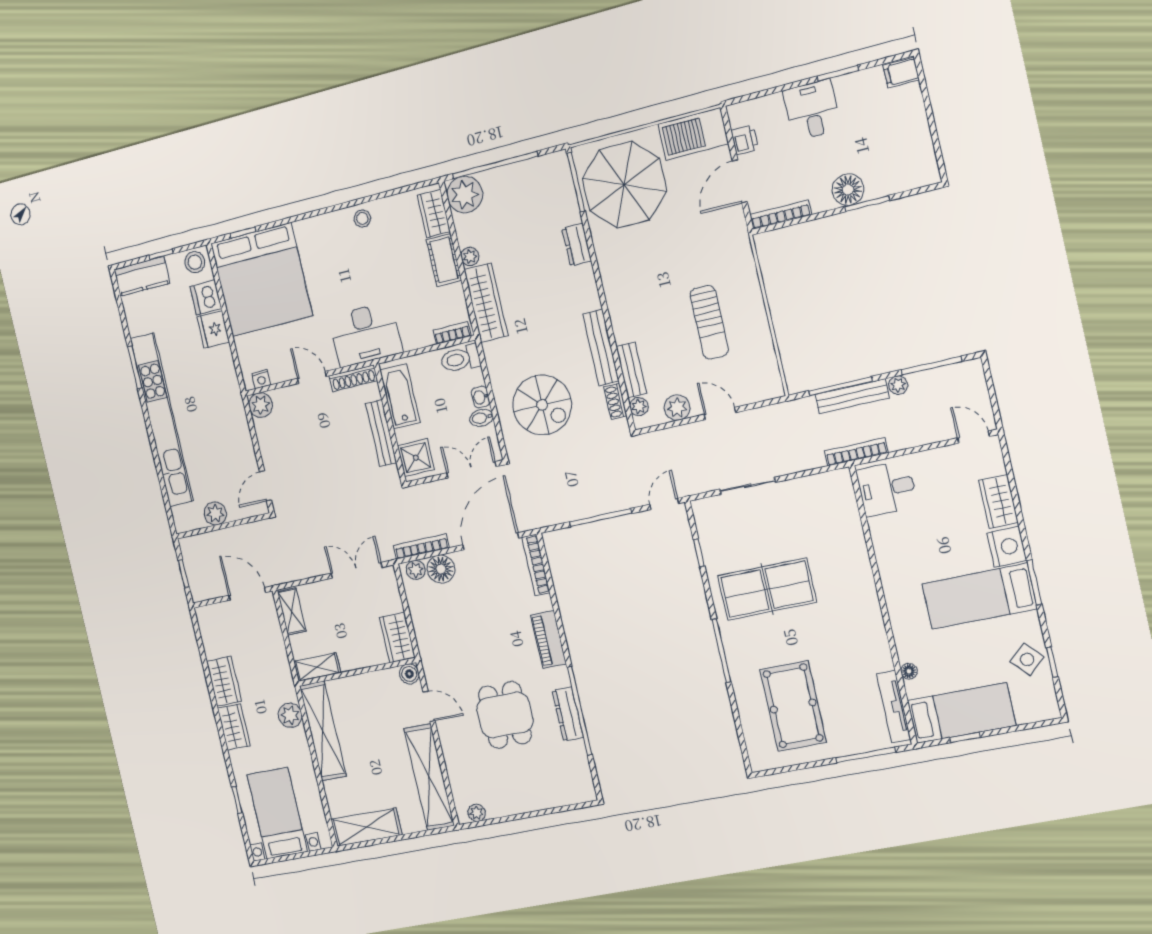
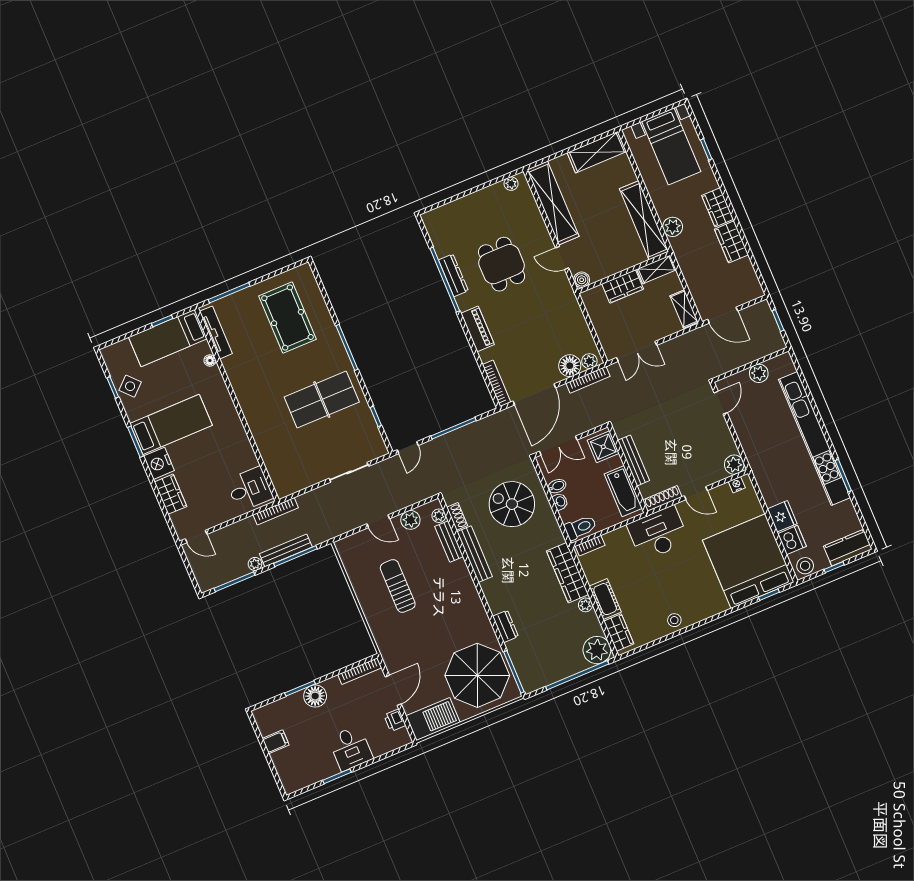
filing cabinet: (901, 72) -> (276, 742), moved
wardrobe: (397, 637) -> (623, 286), moved, turned 90

